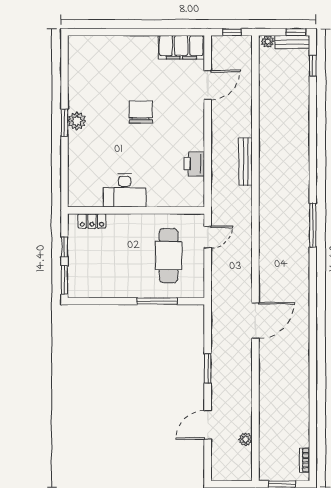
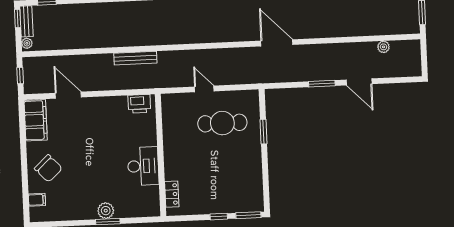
filing cabinet: (92, 45) -> (37, 200), added
chair: (141, 112) -> (48, 168), moved, turned -133
desk: (125, 190) -> (143, 166), moved
wall: (136, 210) -> (161, 155), moved
locker: (92, 221) -> (172, 194), moved
window: (157, 301) -> (264, 132), width x0.69
door: (208, 425) -> (359, 82), moved

